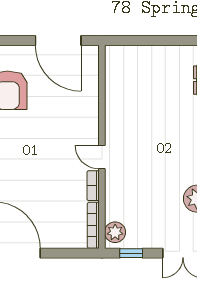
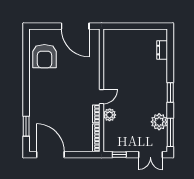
door: (102, 157) -> (102, 97), swing flipped
plant: (115, 232) -> (110, 115), moved

